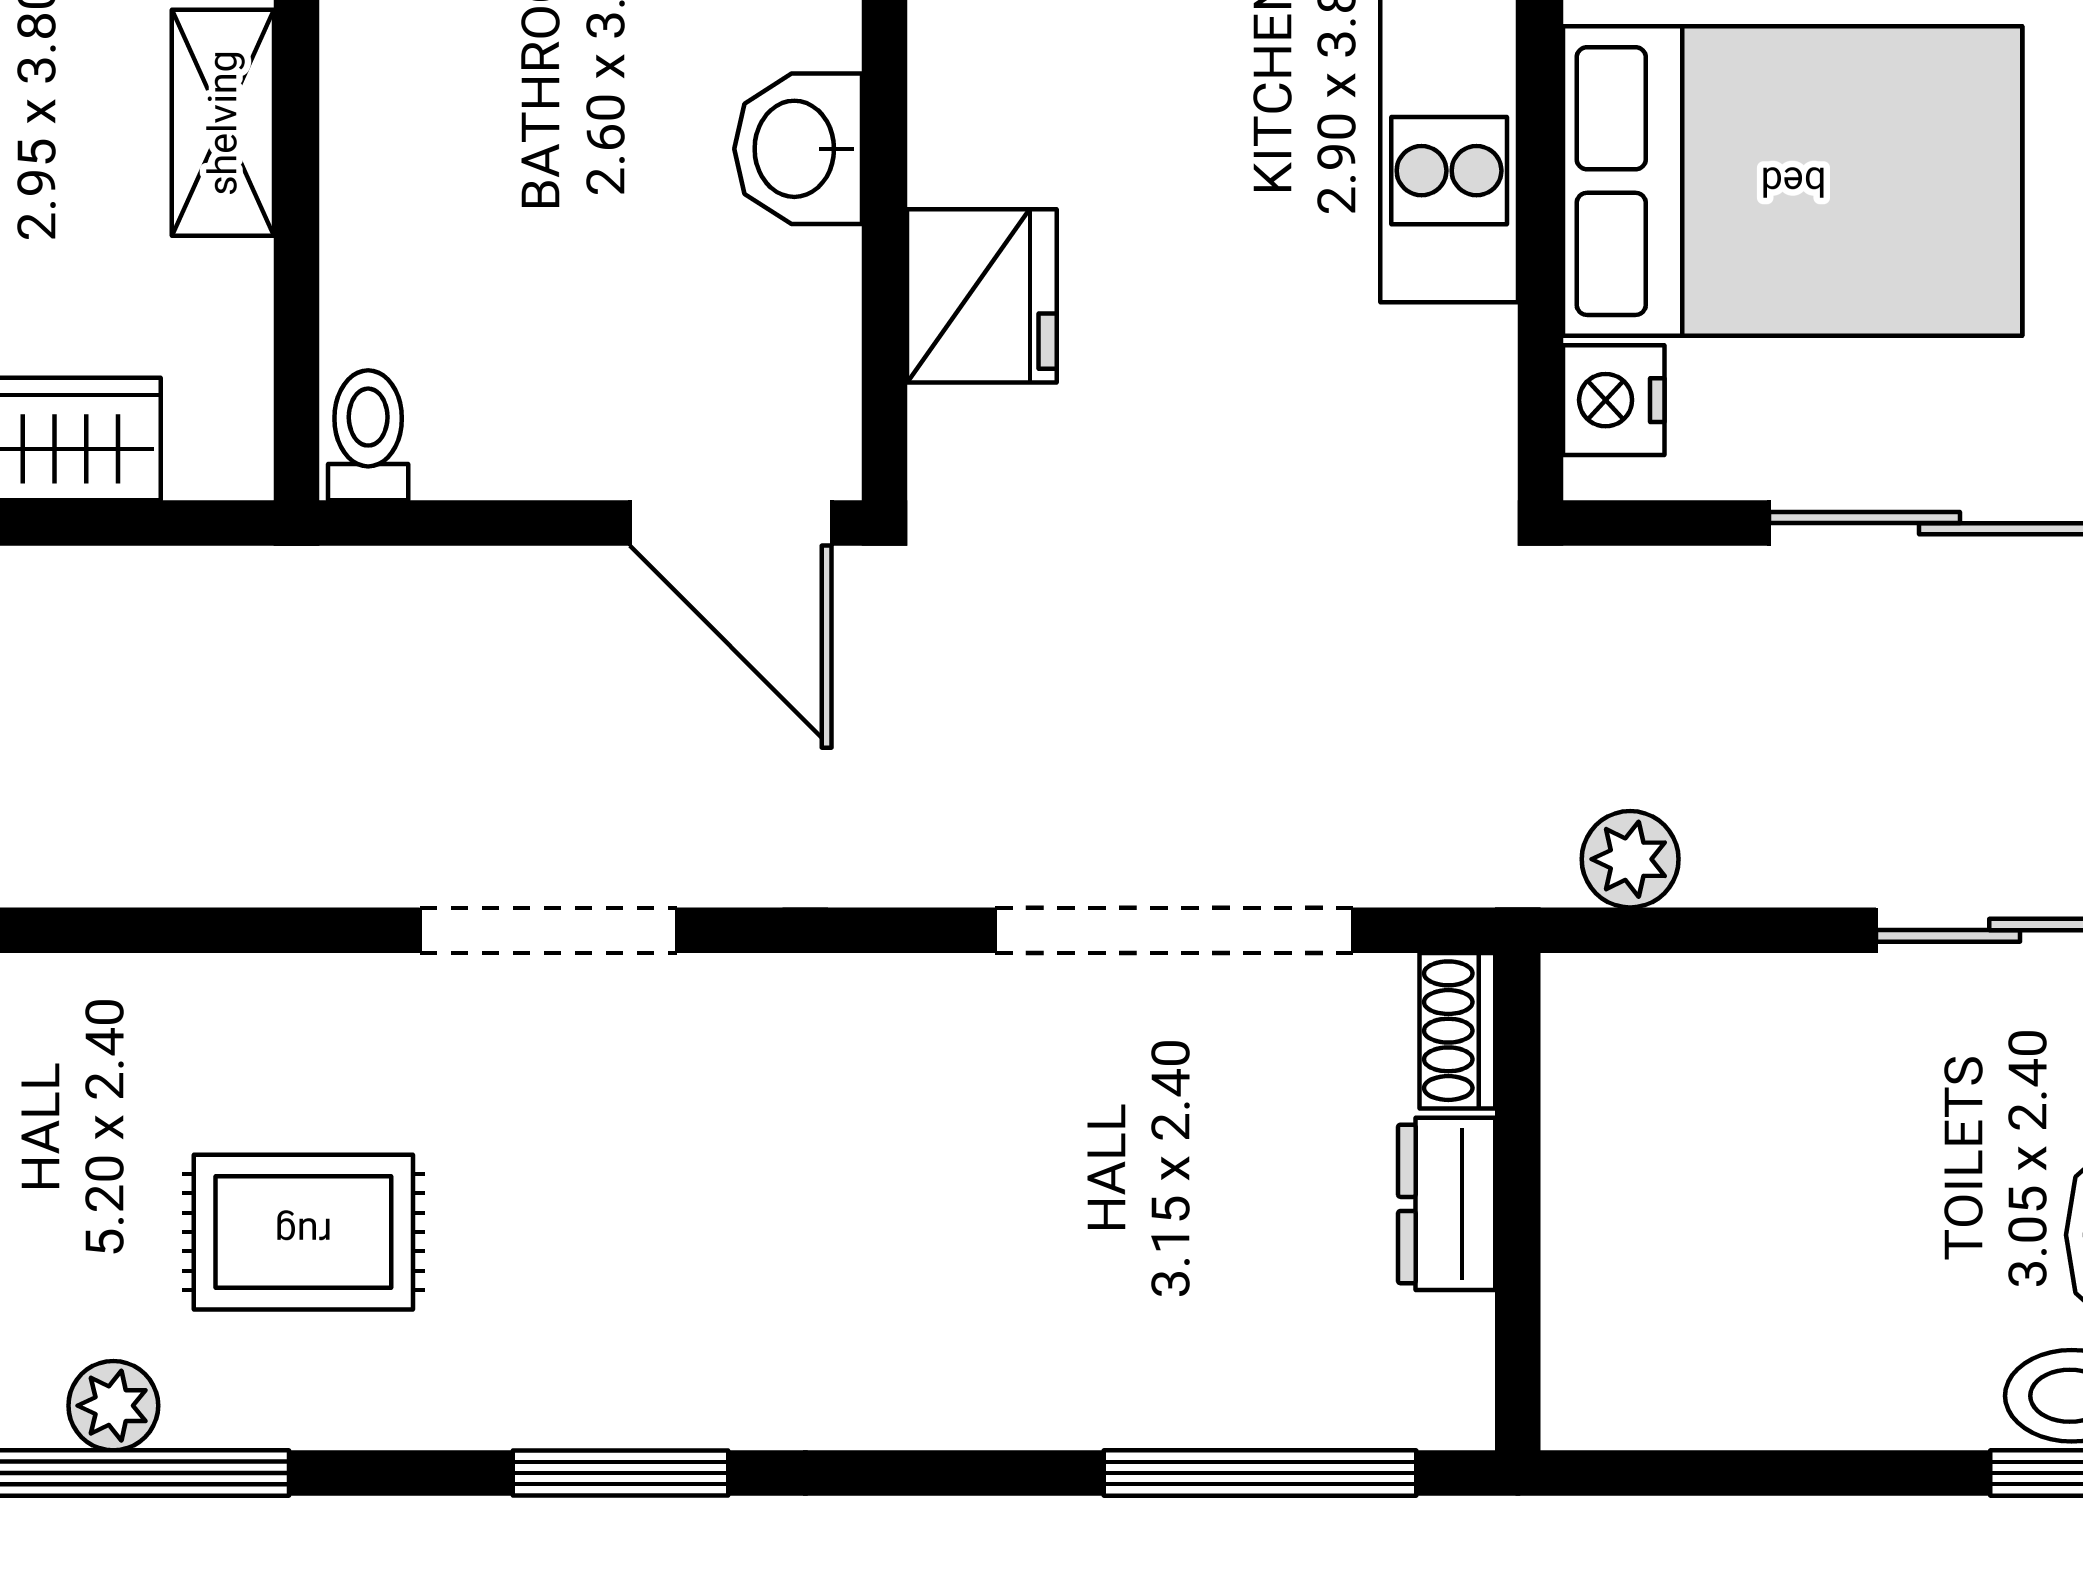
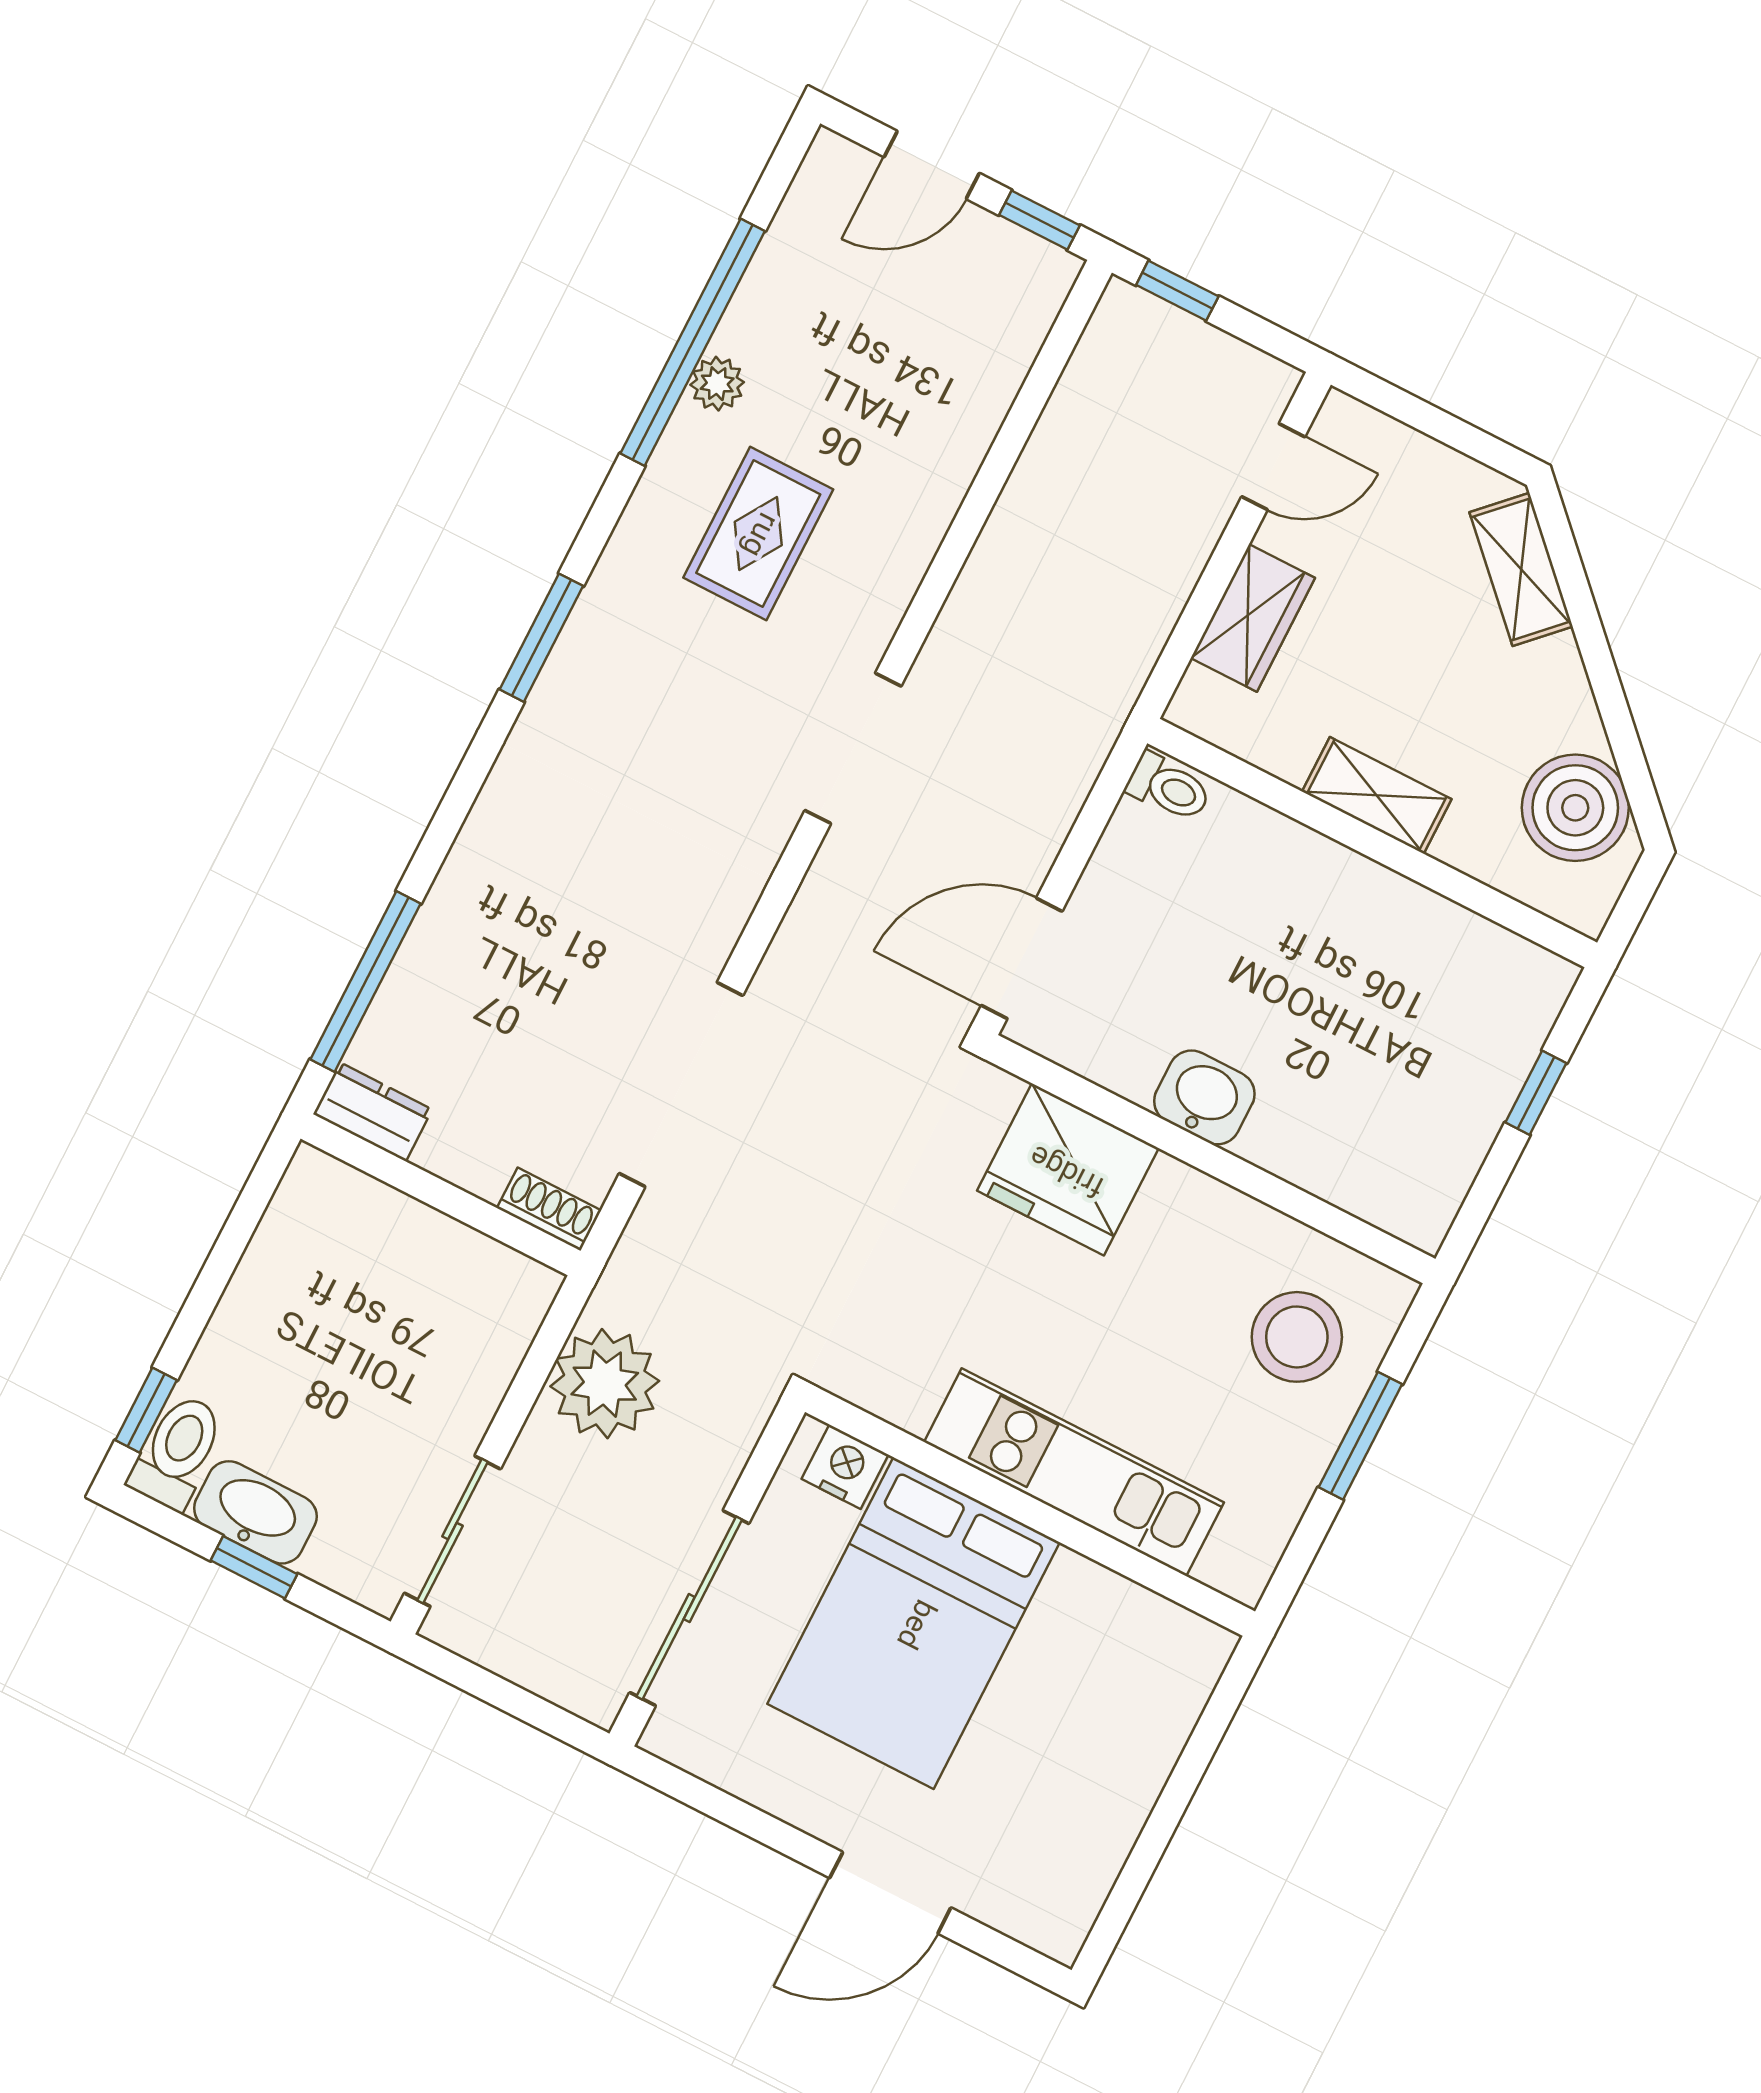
fridge: (982, 296) -> (1068, 1169), width x1.36, depth x1.34
plant: (1630, 859) -> (605, 1384), width x1.87, depth x1.87
dresser: (1447, 1204) -> (373, 1112), moved

